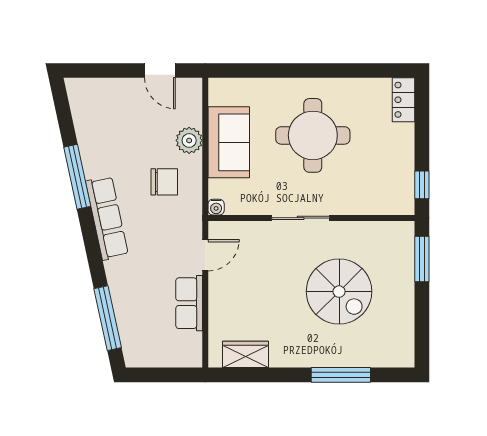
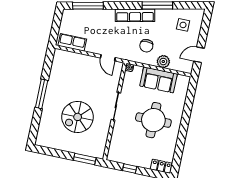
side table: (106, 116) -> (183, 25), added
window: (422, 185) -> (130, 169), moved
row of seats: (189, 303) -> (72, 42), moved
wardrobe: (246, 354) -> (57, 67), removed
window: (341, 375) -> (42, 94), moved

